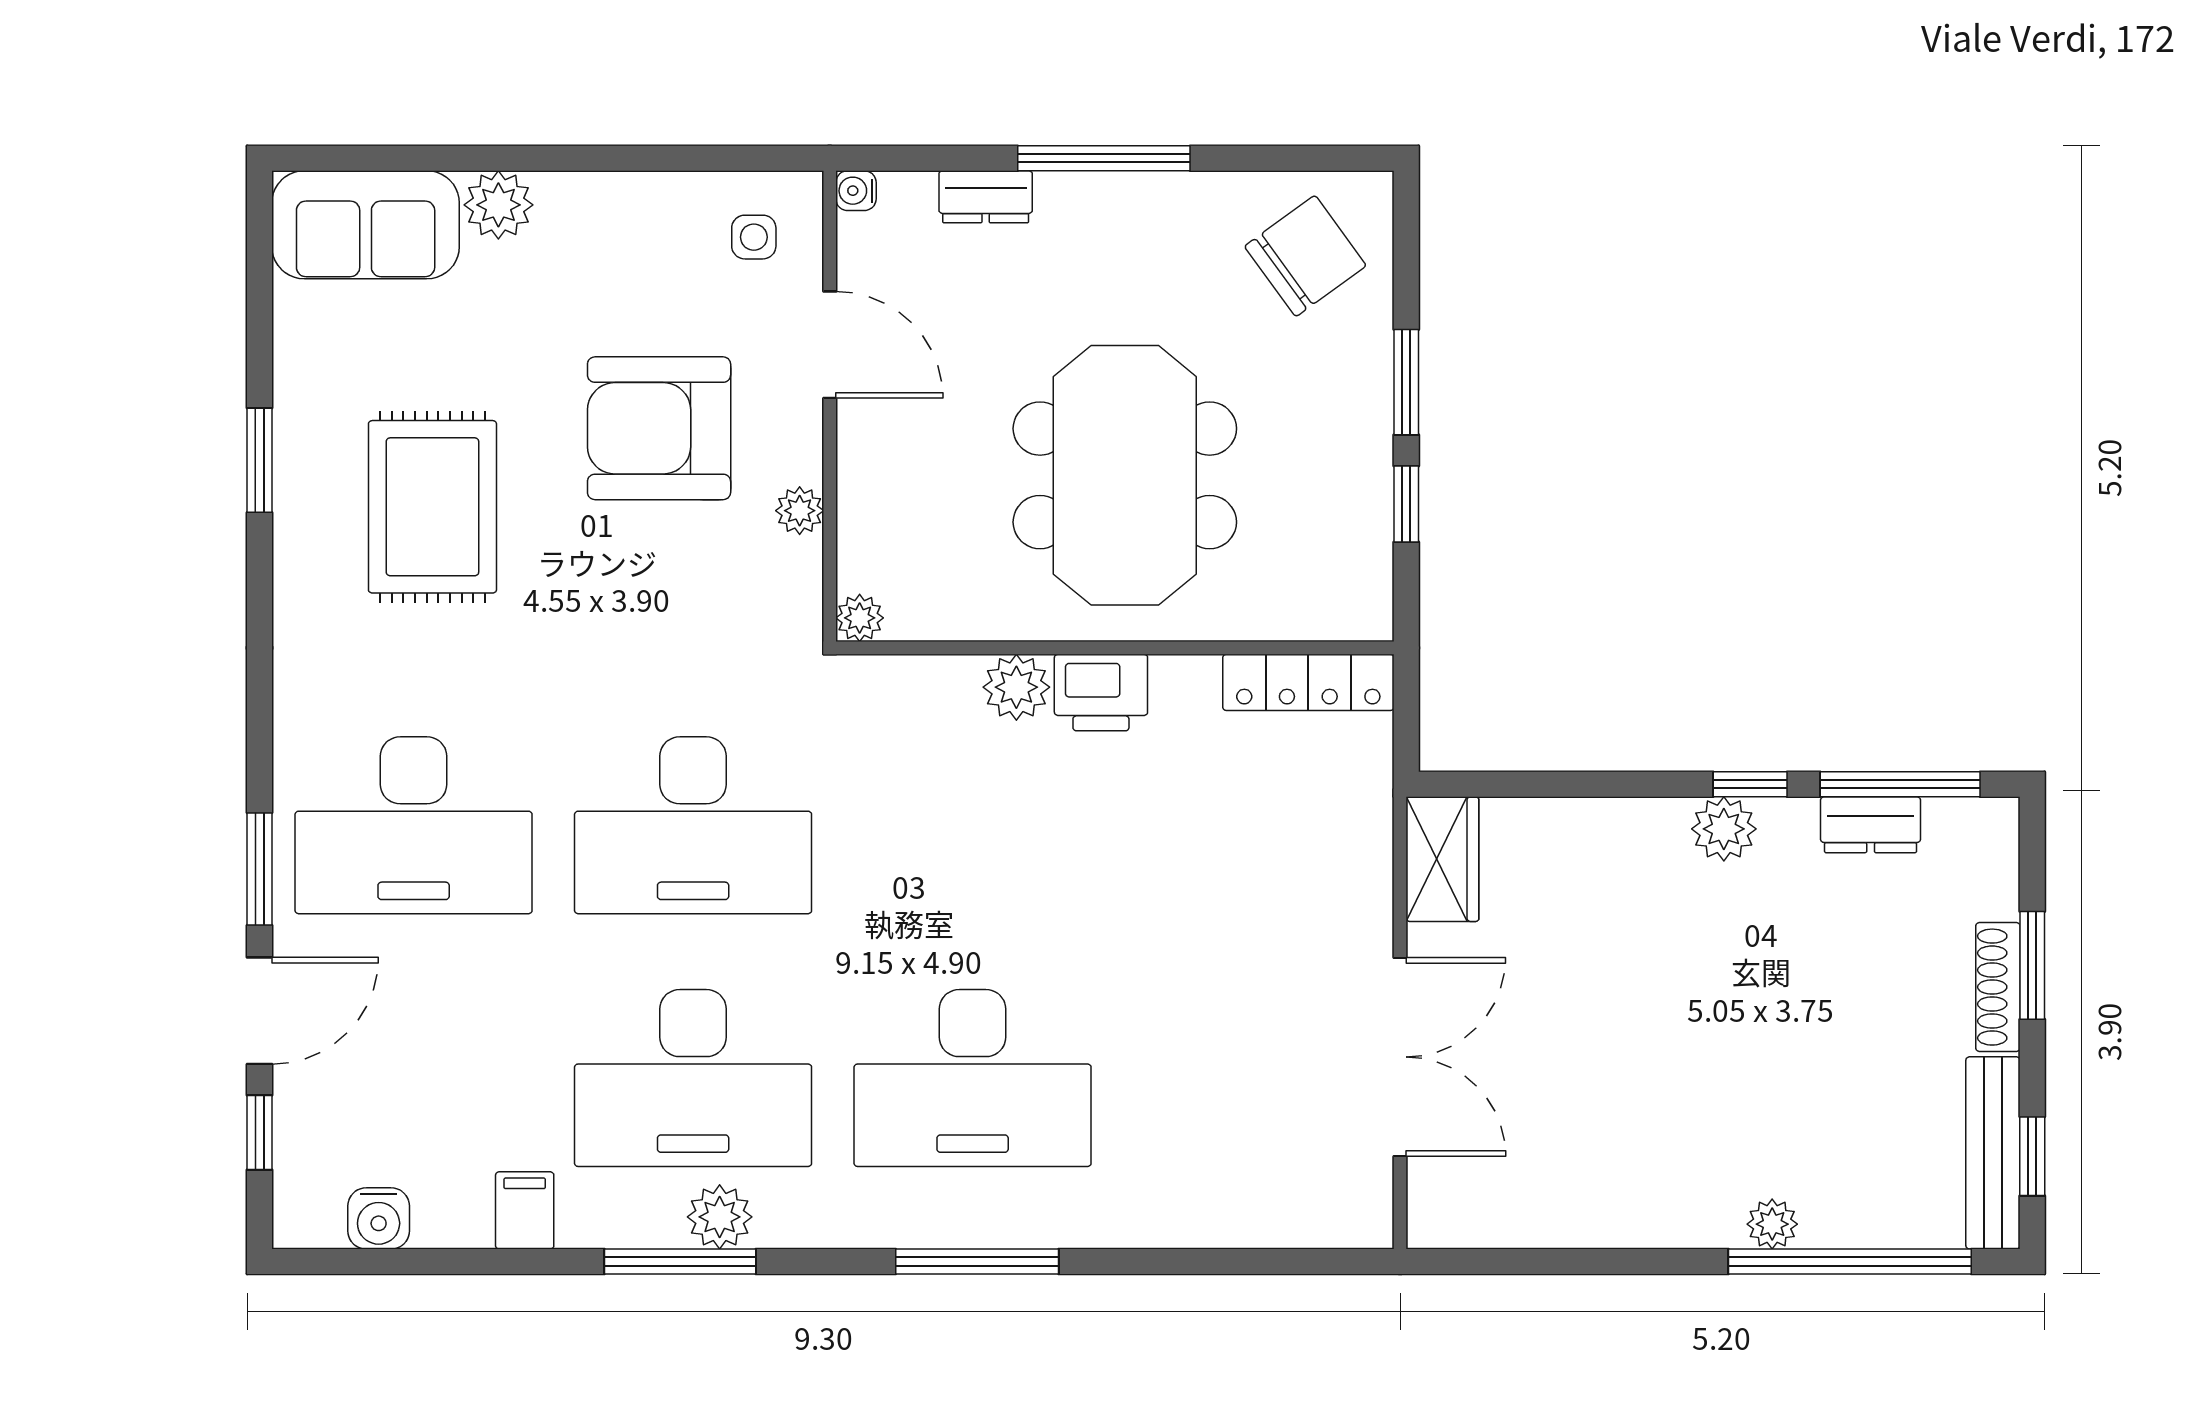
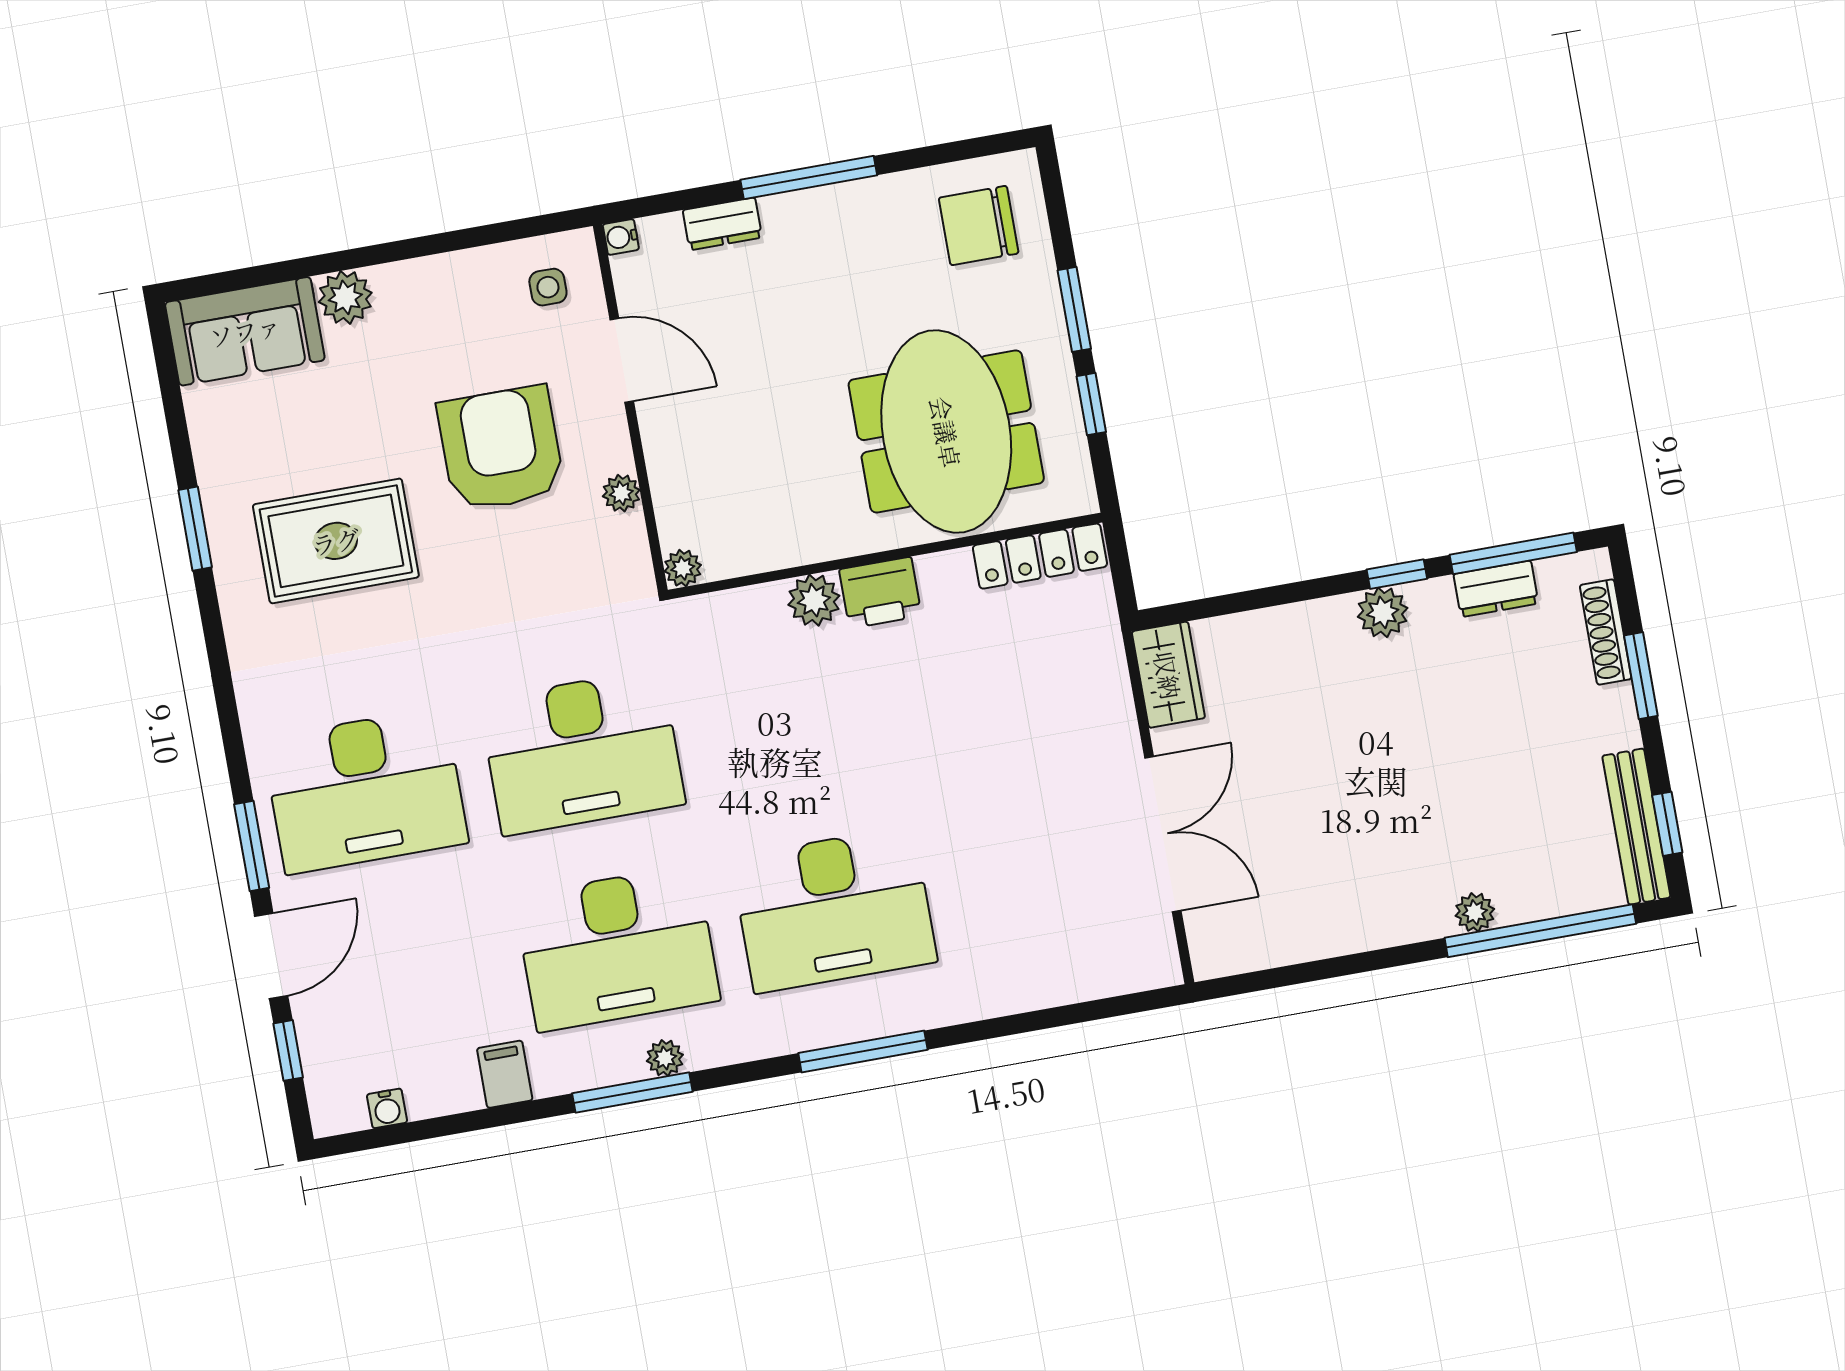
chair: (1305, 256) -> (979, 226), turned -144
armchair: (659, 428) -> (501, 449), turned 90
meeting table: (1125, 475) -> (946, 432), moved
rug: (432, 507) -> (336, 541), turned 90
shoe rack: (1998, 987) -> (1606, 632), moved
plant: (720, 1217) -> (665, 1058), width x0.73, depth x0.73
water cooler: (379, 1218) -> (387, 1108), width x0.72, depth x0.72

